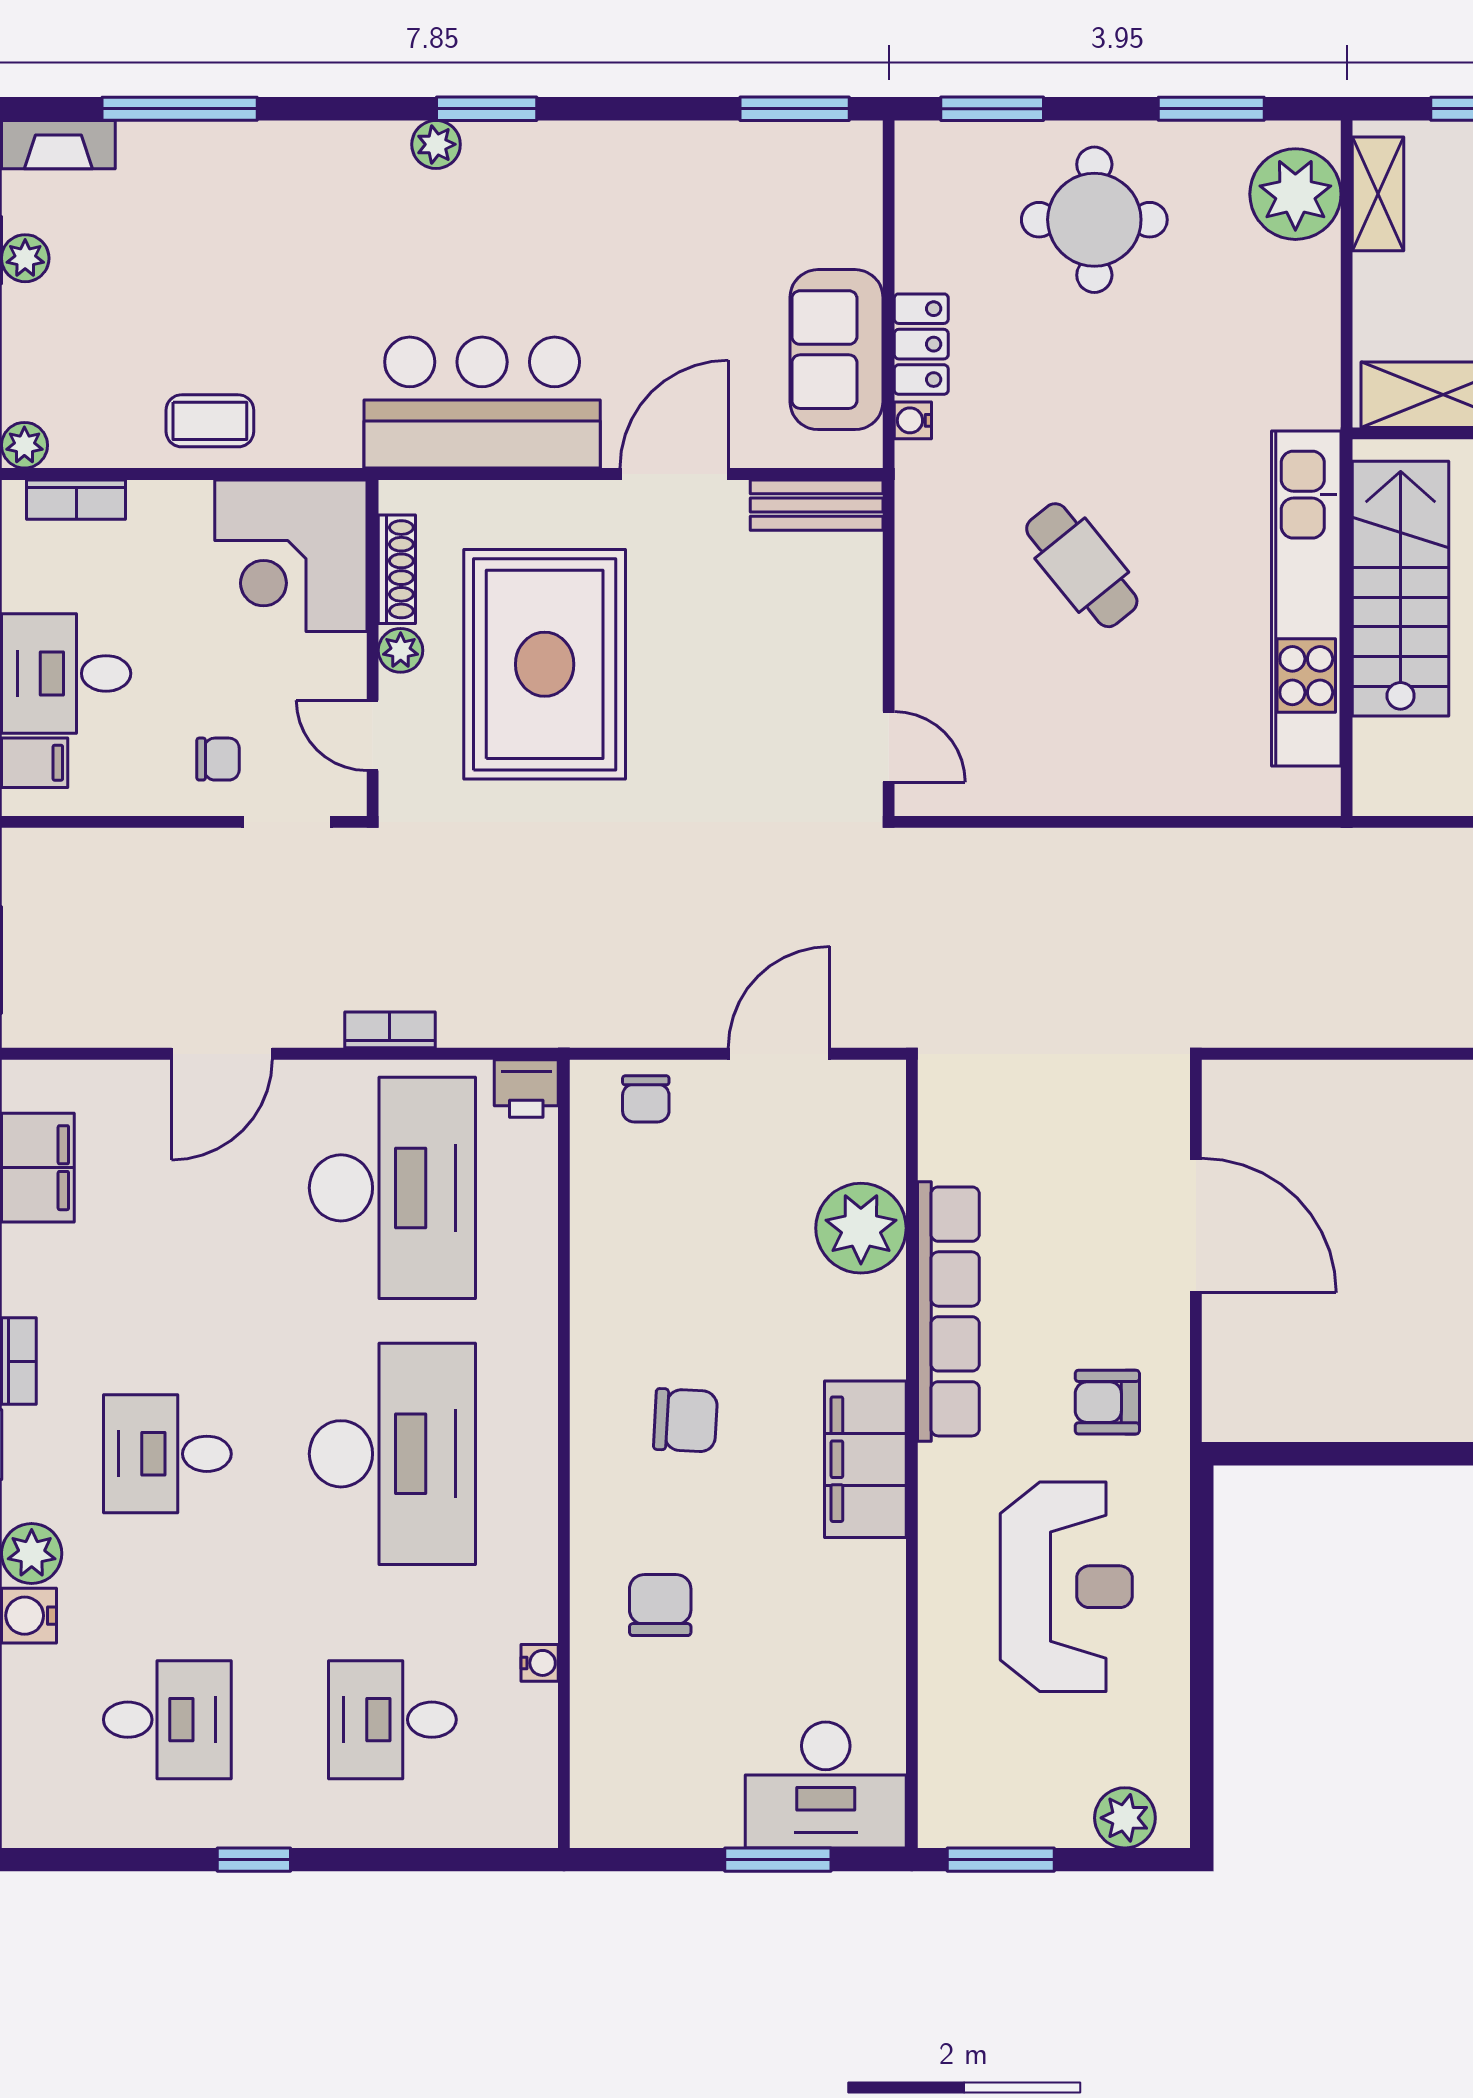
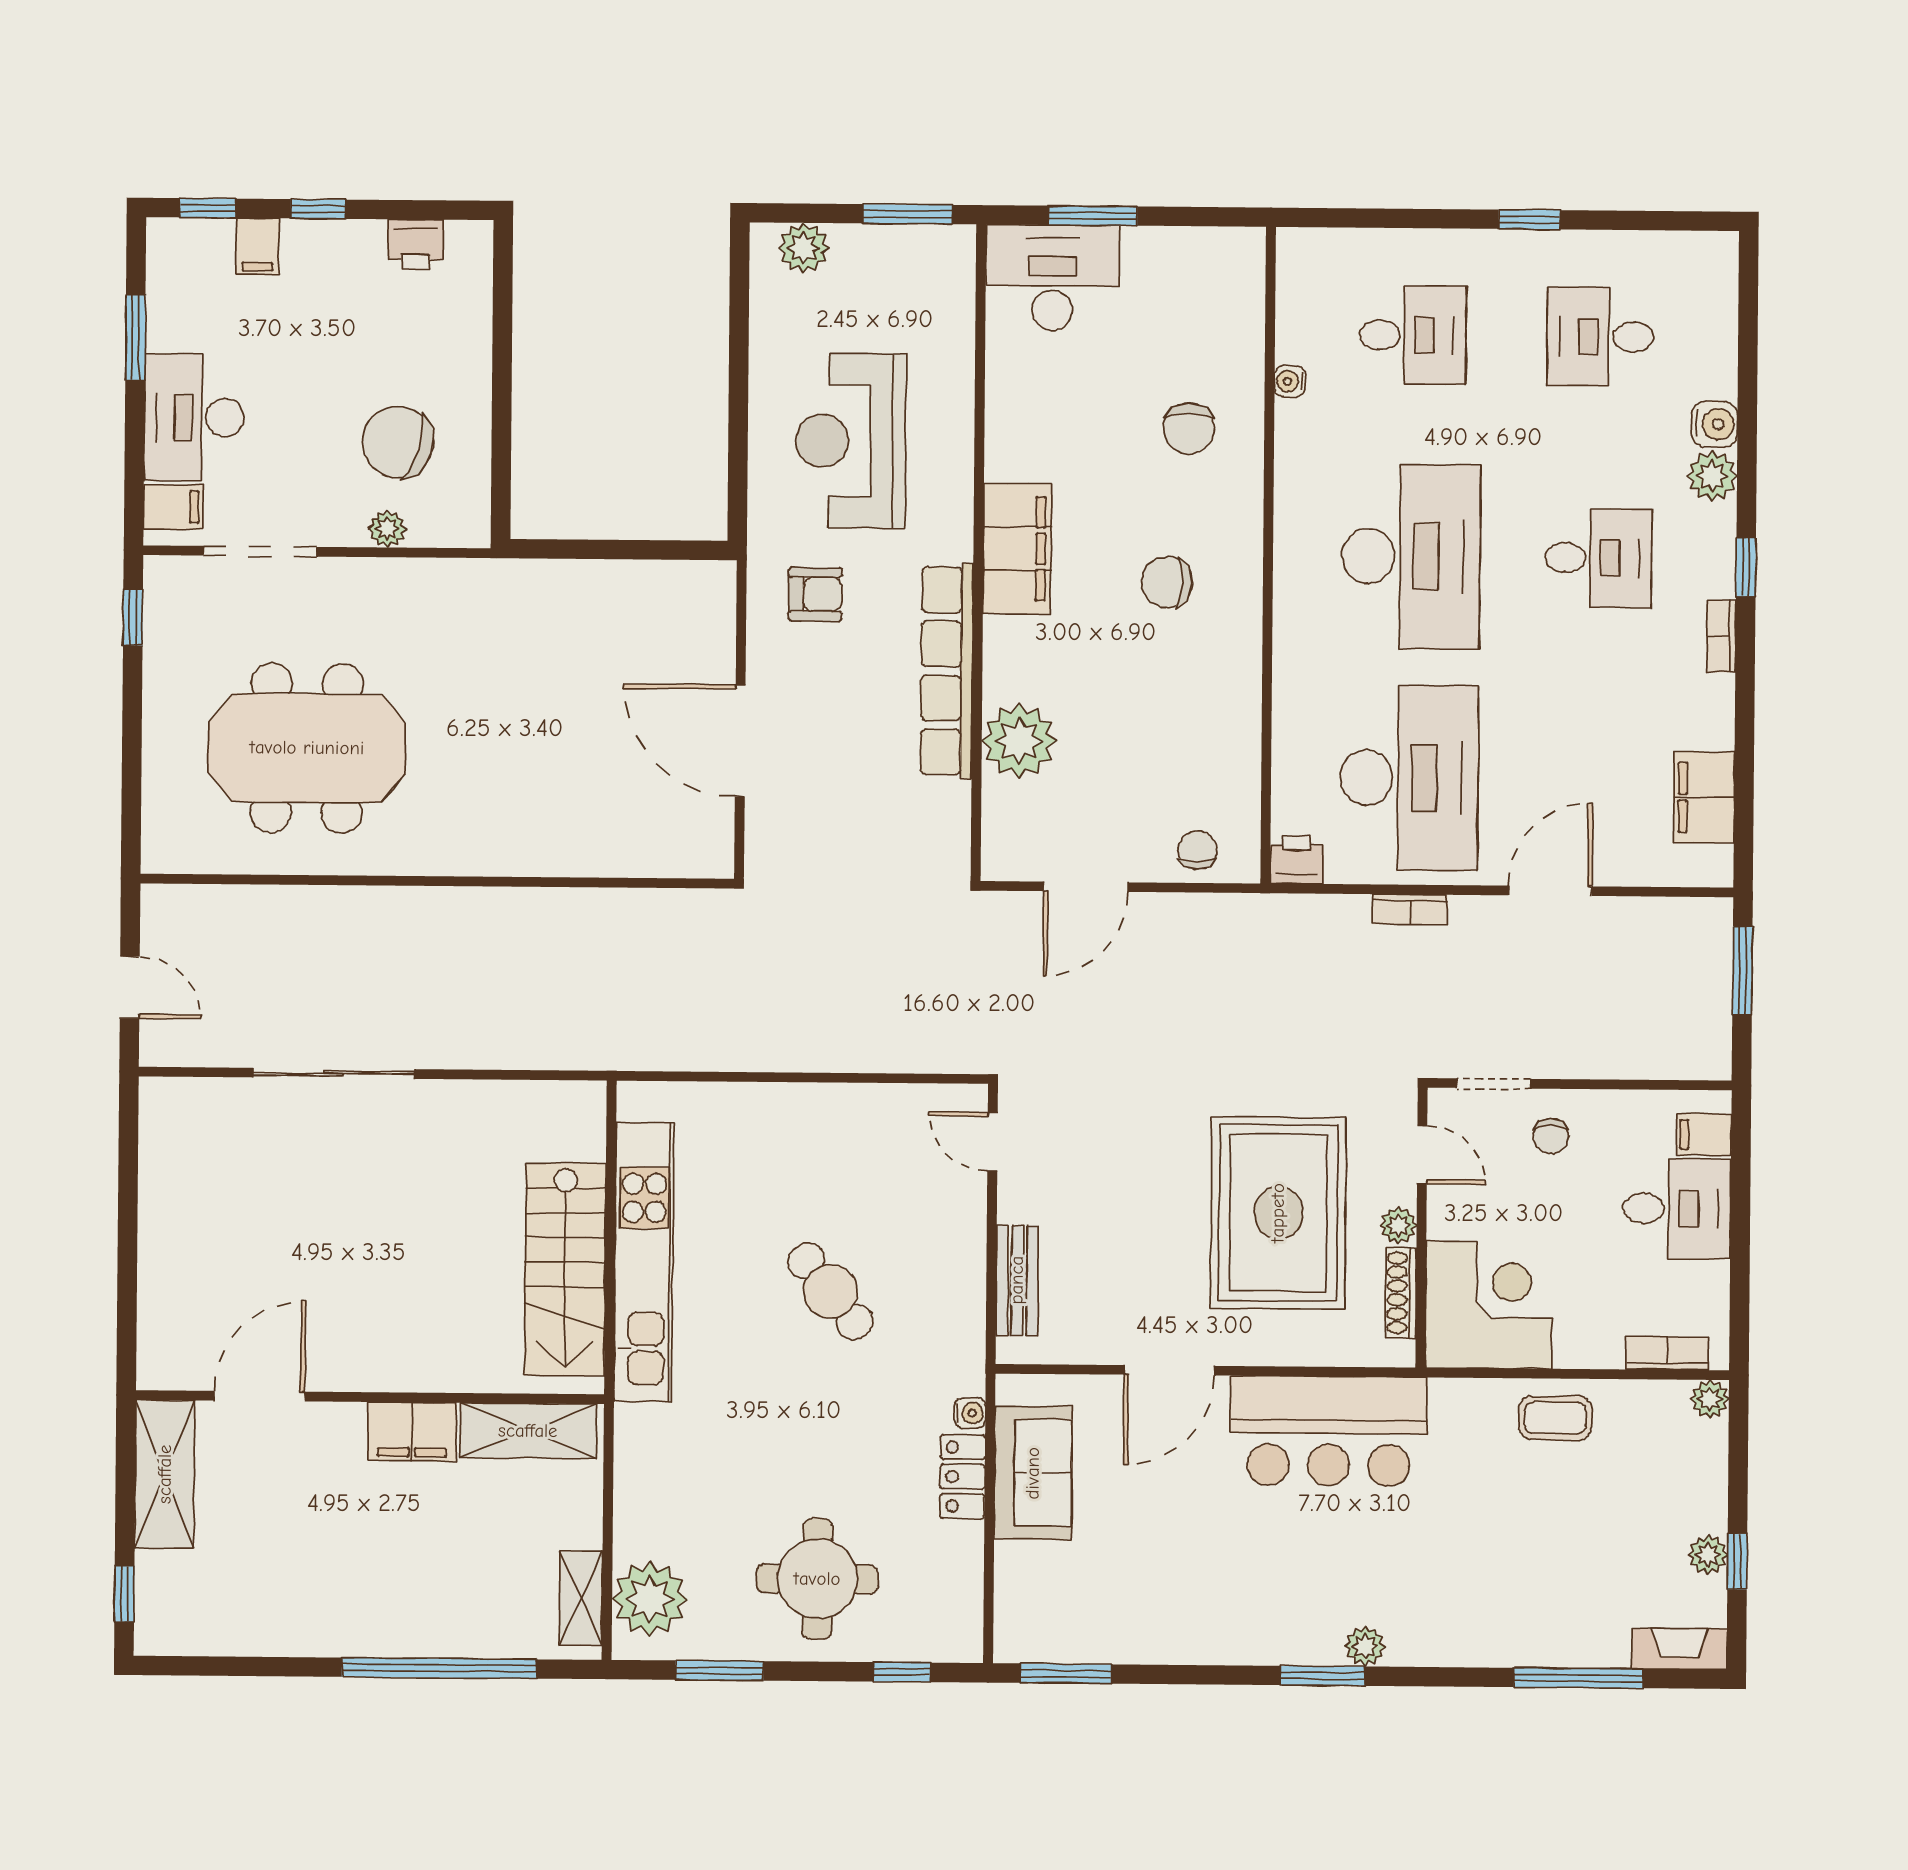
window: (992, 109) -> (902, 1672), width x0.67
bench: (817, 505) -> (1017, 1280), moved, turned 90
chair: (218, 759) -> (1551, 1136), turned -90
desk: (392, 1188) -> (1409, 778), turned 180
desk: (392, 1454) -> (1411, 556), turned 180

